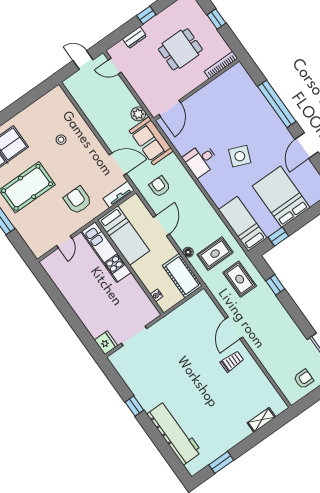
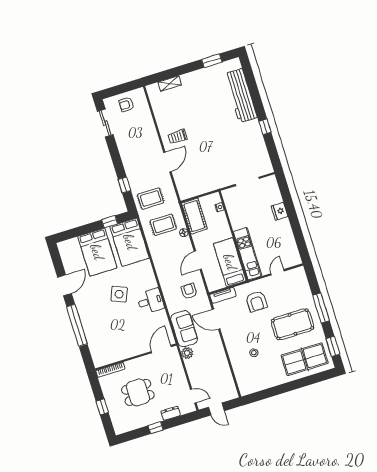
armchair: (160, 186) -> (189, 291), turned 180
bed: (243, 224) -> (130, 242), width x1.50
rug: (240, 279) -> (151, 199), turned 90
fridge: (106, 343) -> (280, 211), moved

